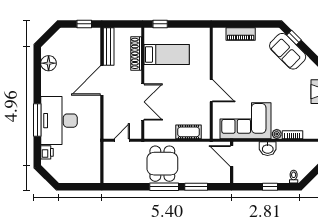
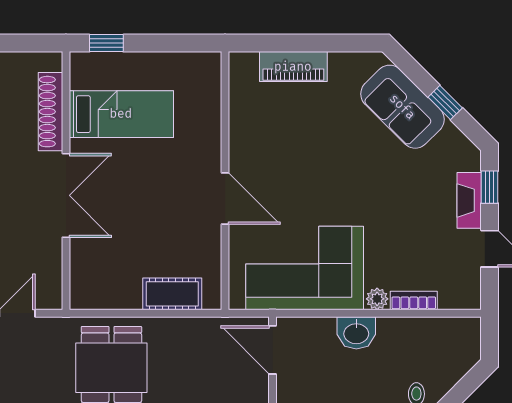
window: (294, 37) -> (445, 102), moved
double door: (143, 102) -> (66, 195), moved

